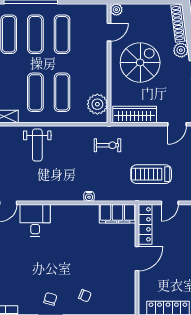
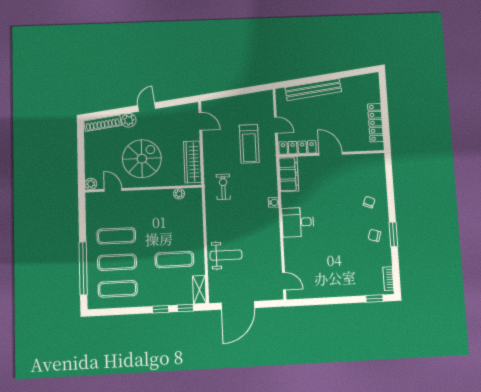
spiral stairs: (140, 62) -> (142, 159), turned 90
exercise mat: (62, 92) -> (173, 233), removed
plant: (97, 104) -> (179, 194), width x0.53, depth x0.53
desk: (35, 220) -> (298, 222), moved

